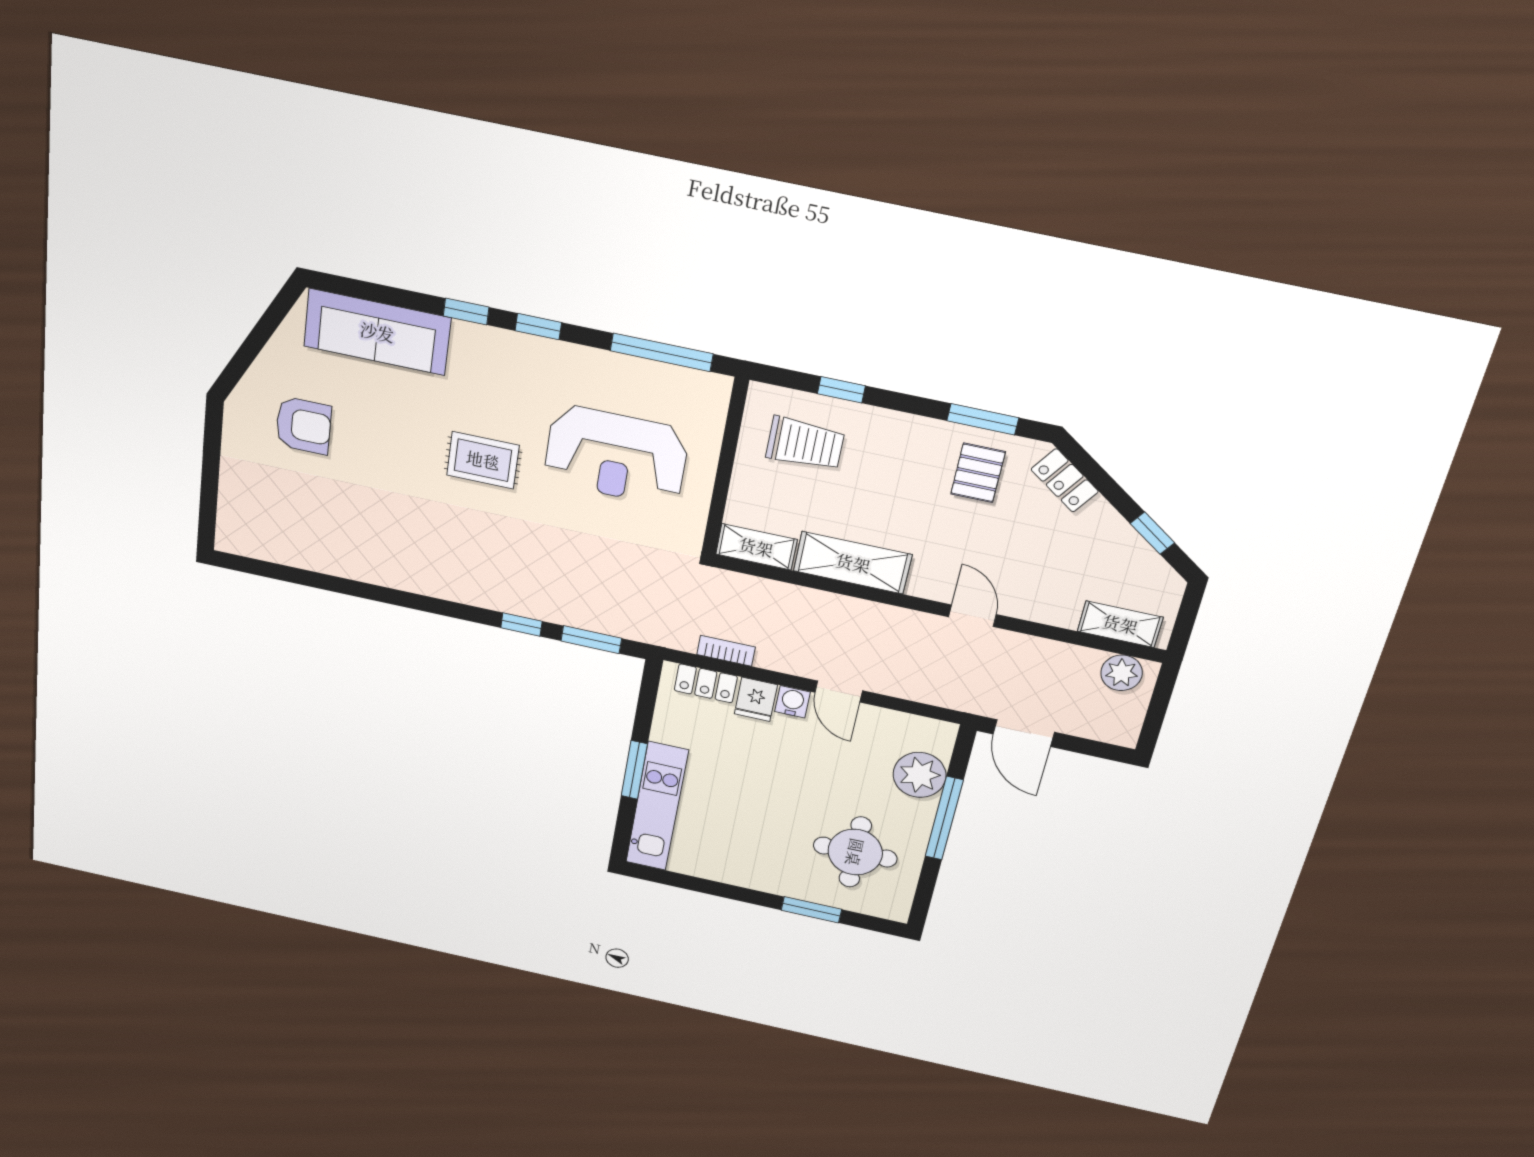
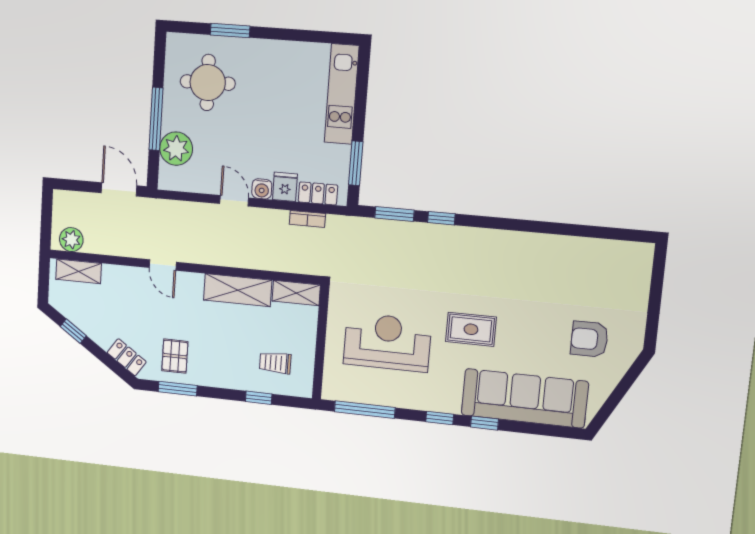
sofa: (377, 332) -> (525, 398), width x1.36, depth x1.27
trolley: (805, 444) -> (275, 363), width x0.73, depth x0.72
window: (634, 770) -> (356, 163), moved

